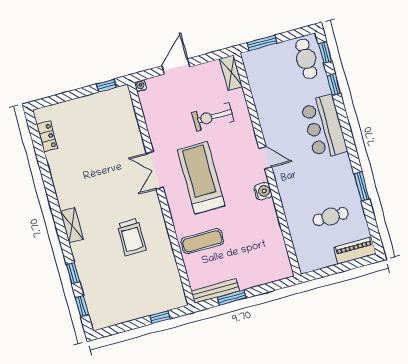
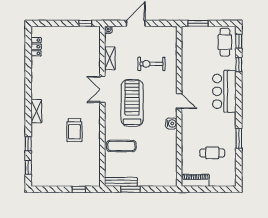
shelving: (231, 73) -> (110, 58), moved
piano: (355, 251) -> (195, 180), moved

